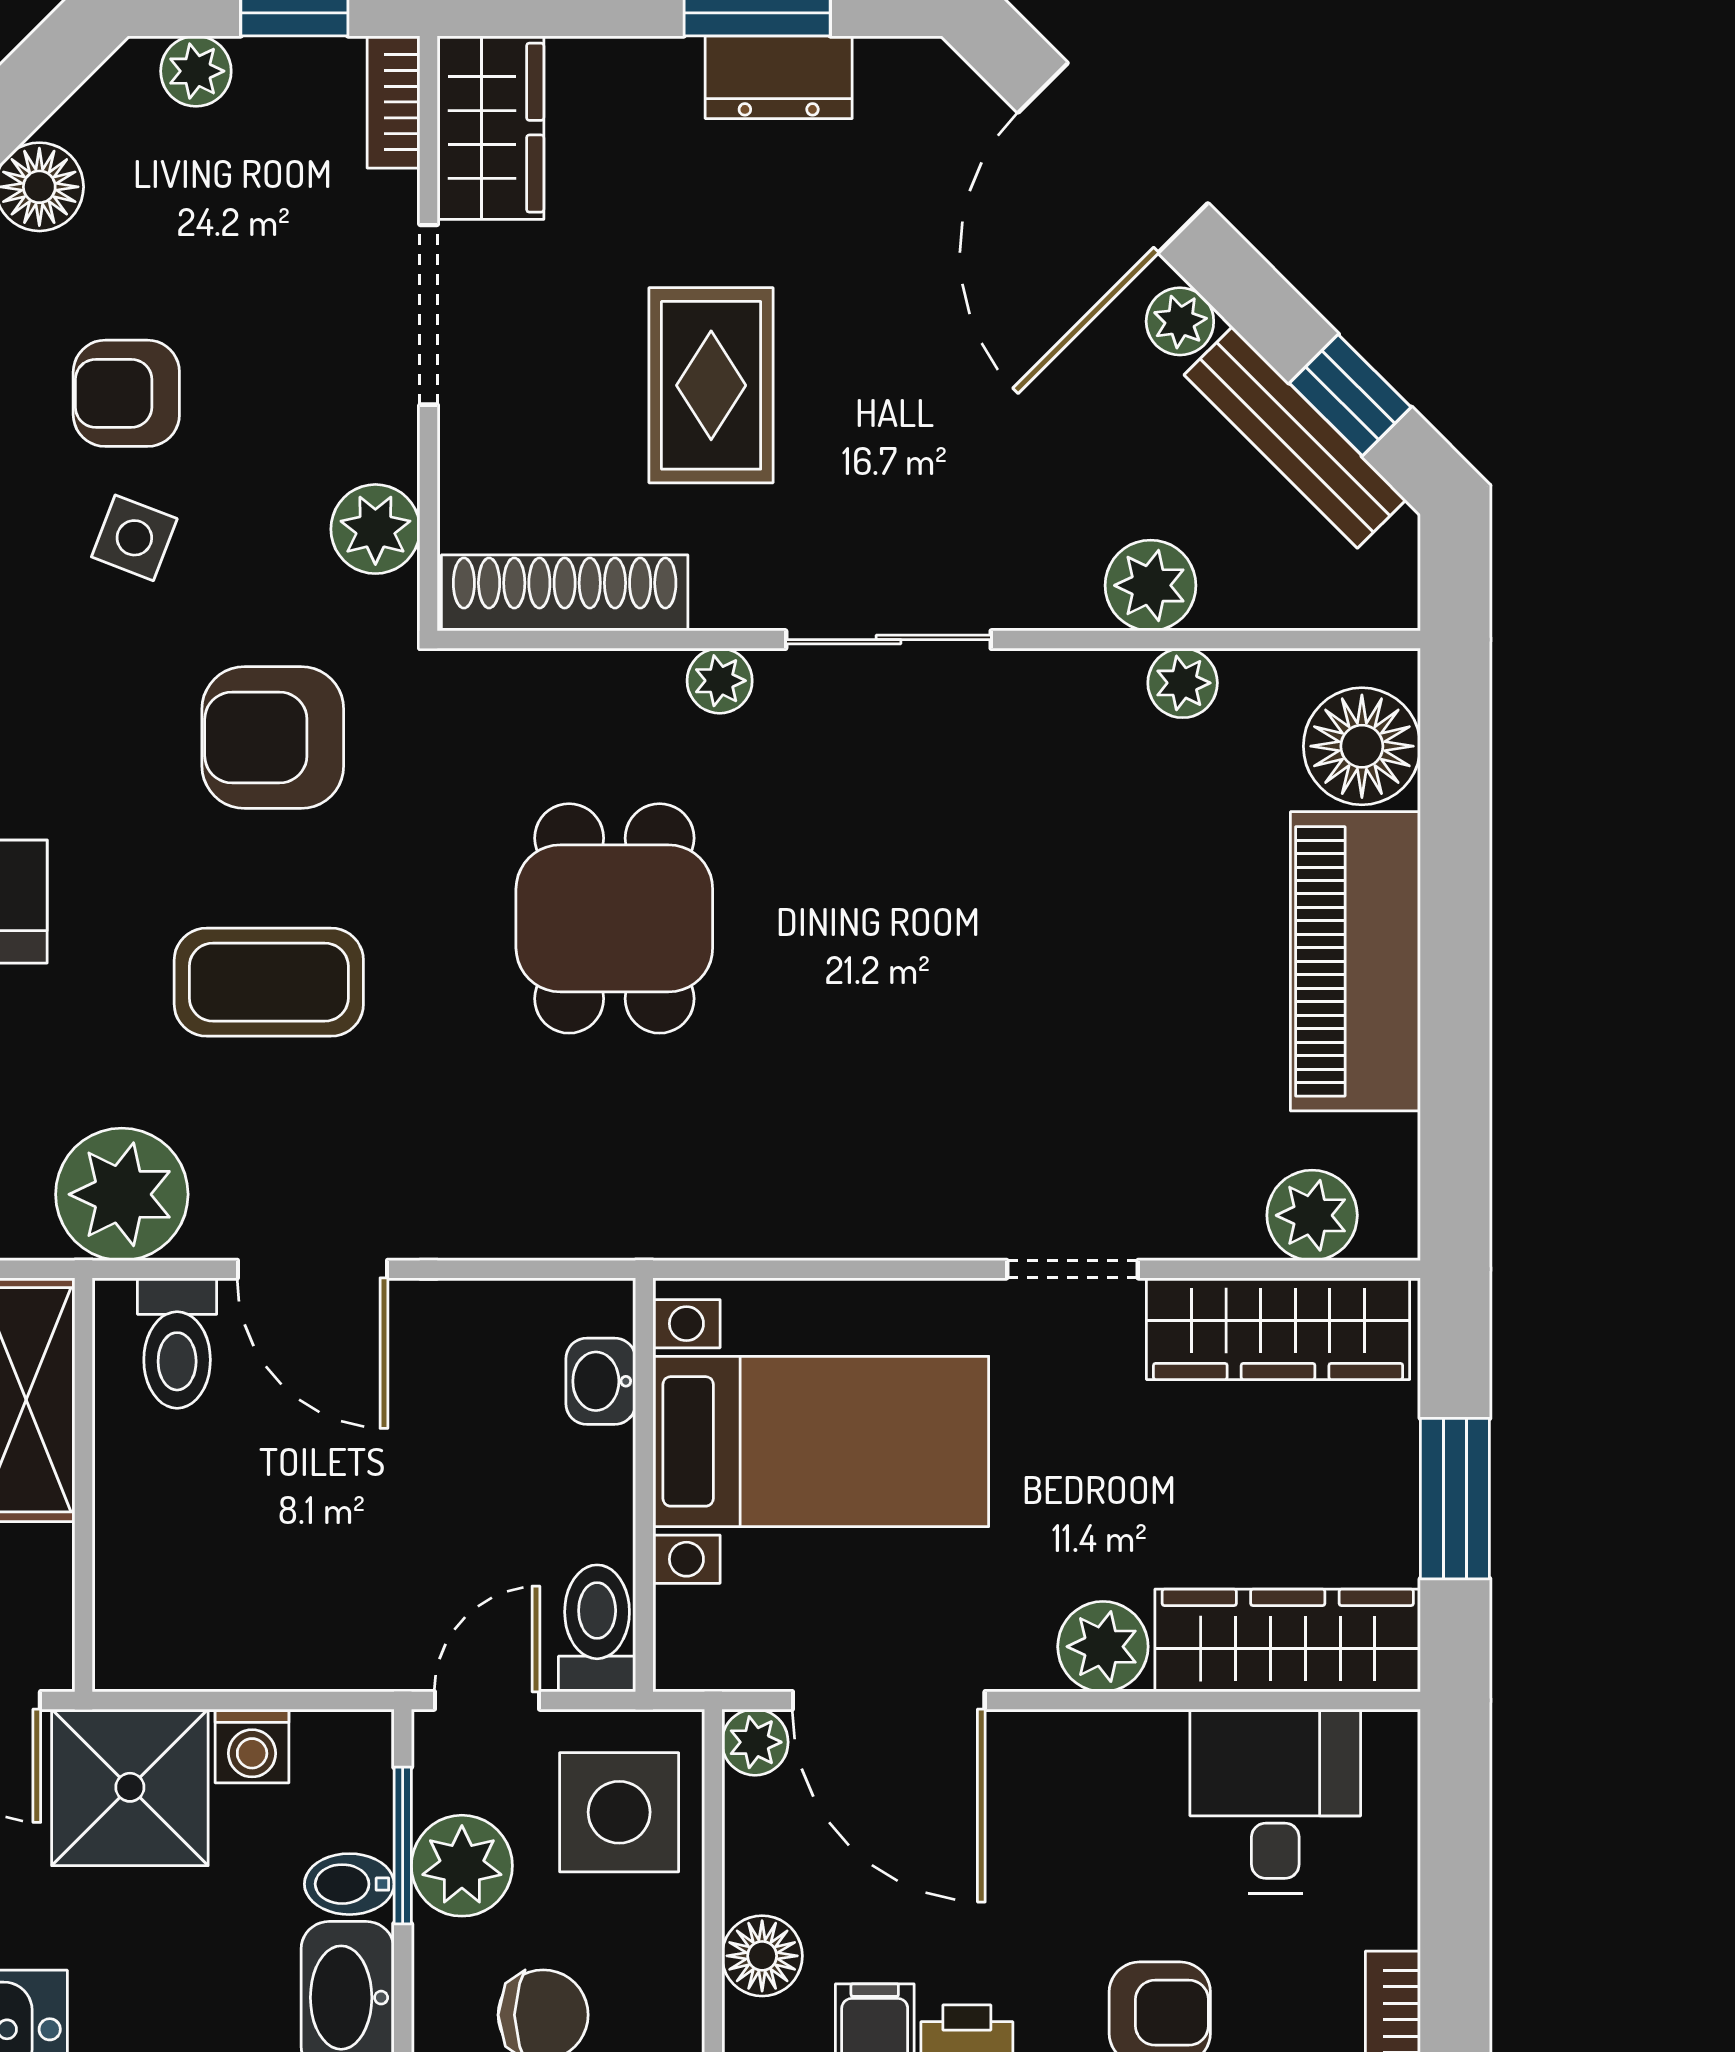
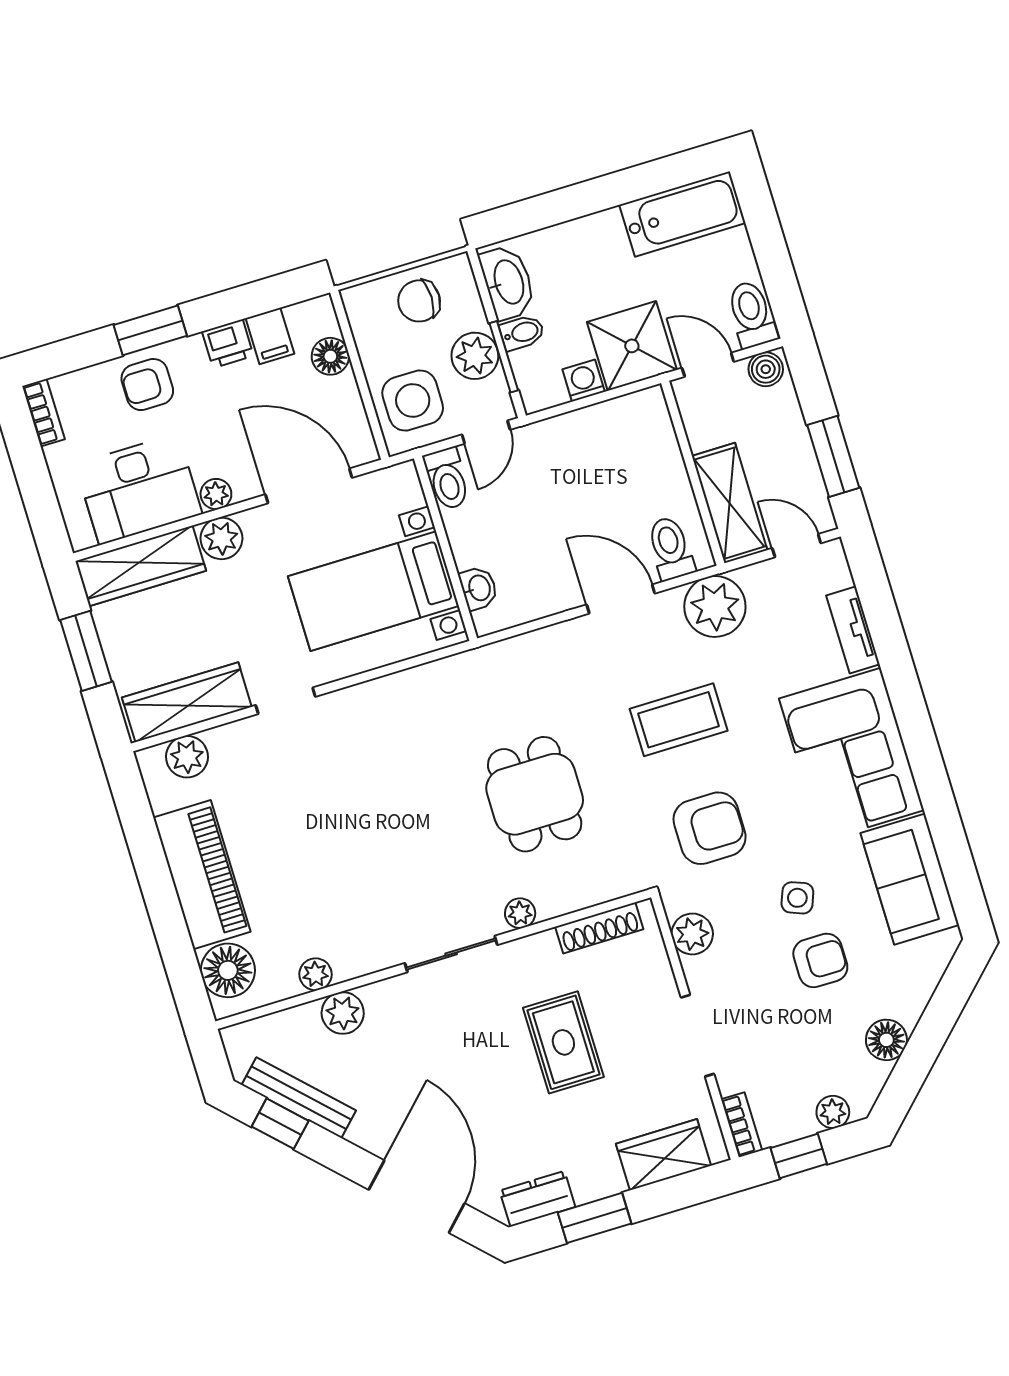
dresser: (779, 77) -> (537, 1199), moved
wardrobe: (490, 128) -> (663, 1155), moved, turned 90
plant: (1180, 321) -> (365, 1133), removed
shoe rack: (565, 593) -> (599, 928), width x0.74, depth x0.81
plant: (755, 1742) -> (216, 494), moved
desk: (1275, 1801) -> (139, 489), width x1.37

